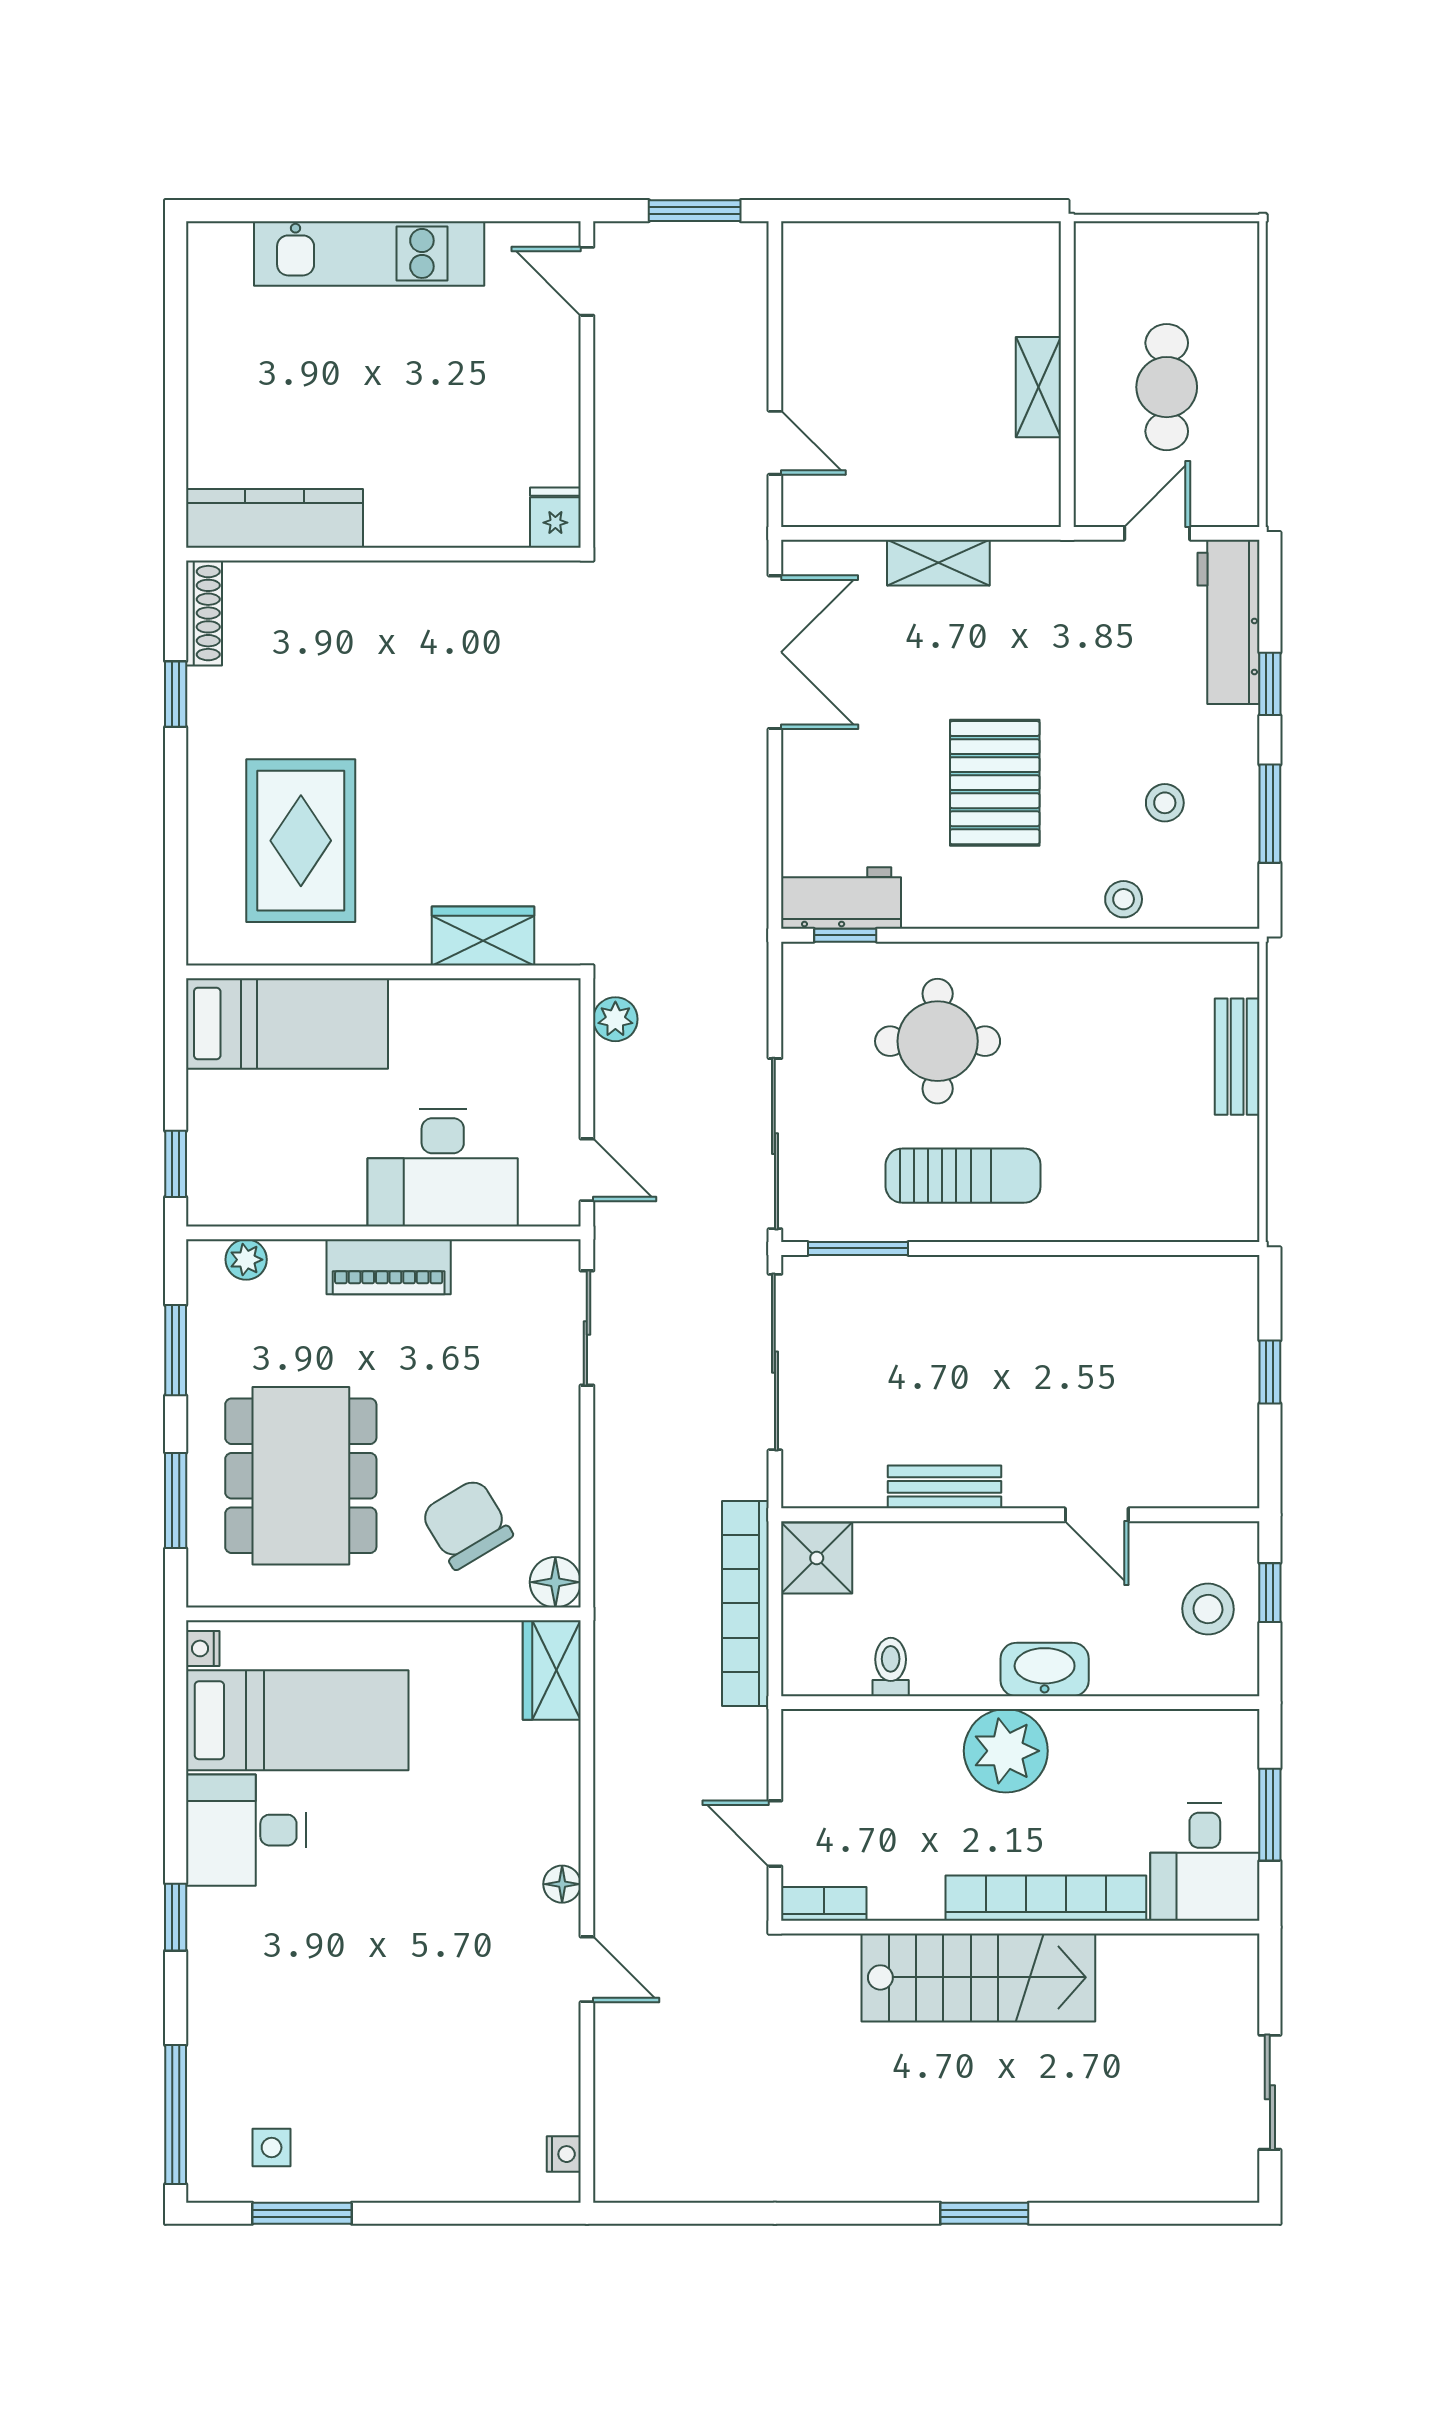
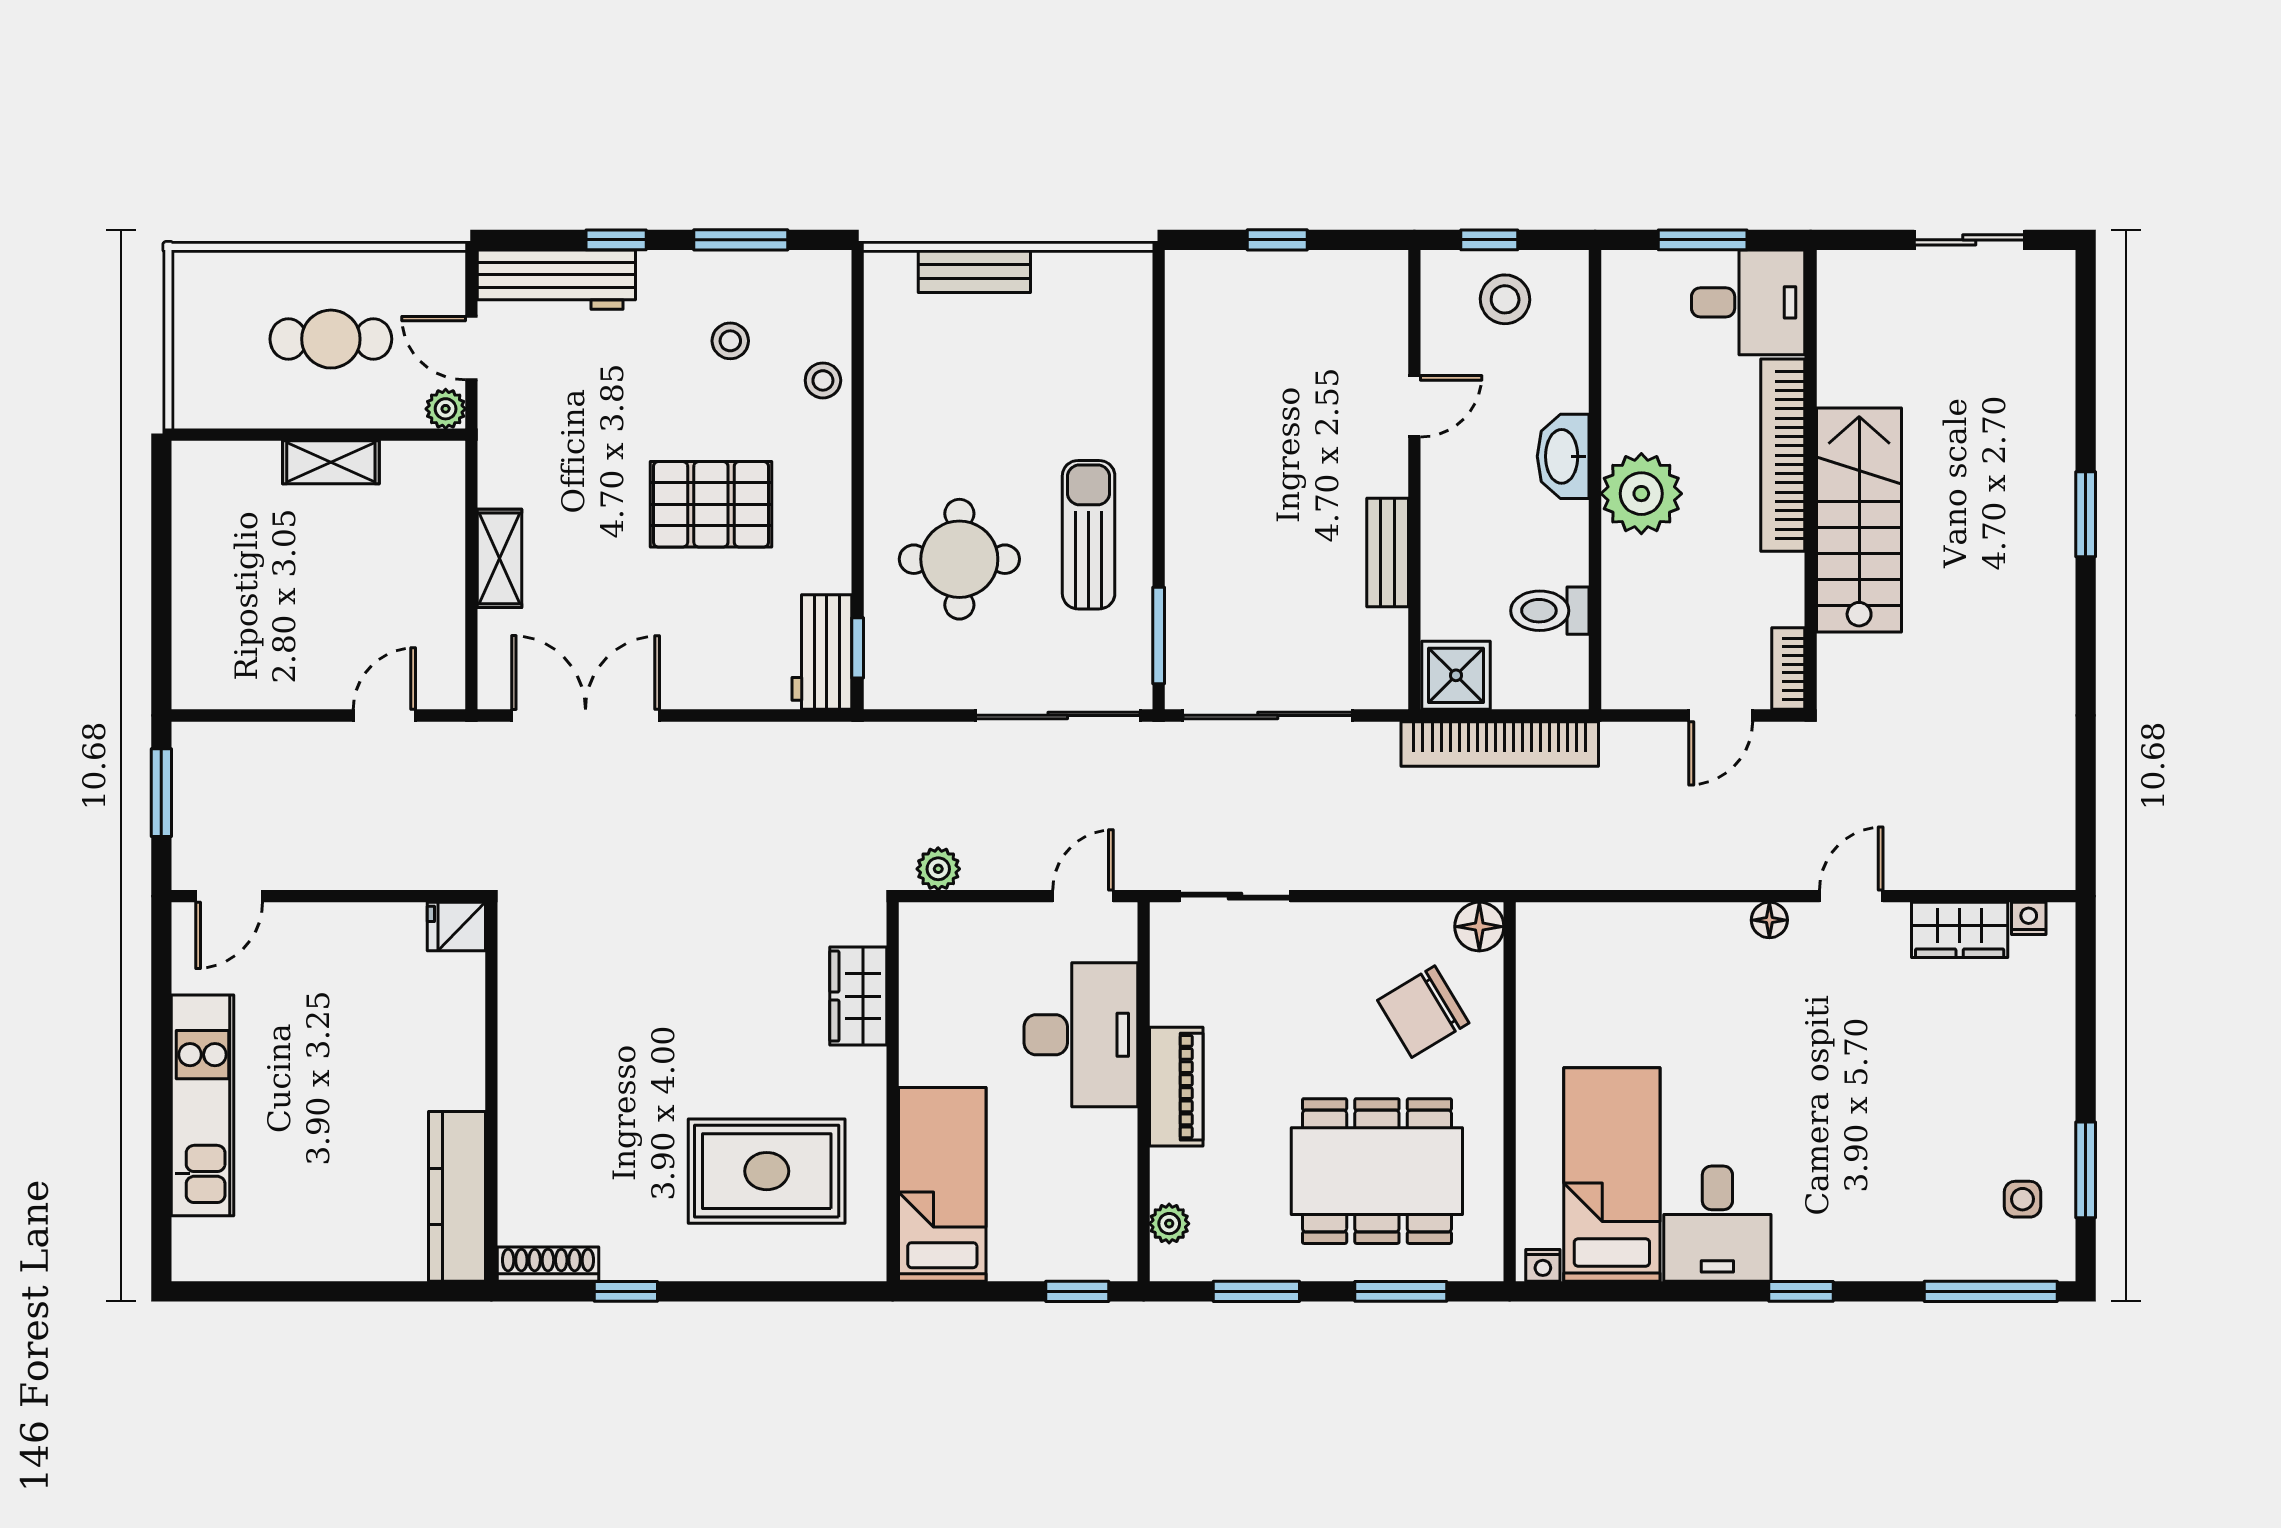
plant: (1094, 506) -> (446, 409), added
toilet: (891, 1667) -> (1550, 611), width x1.37, depth x1.39
wardrobe: (552, 1670) -> (1960, 930), moved

